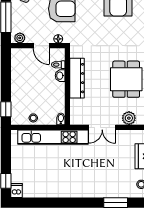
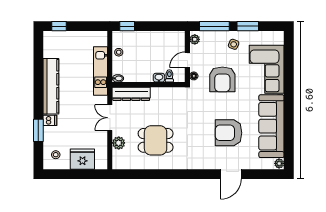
dresser: (77, 78) -> (131, 94), moved
kitchen unit: (53, 137) -> (101, 71), width x0.73
kitchen counter: (69, 189) -> (51, 86), added
dishwasher: (17, 190) -> (50, 120), moved

